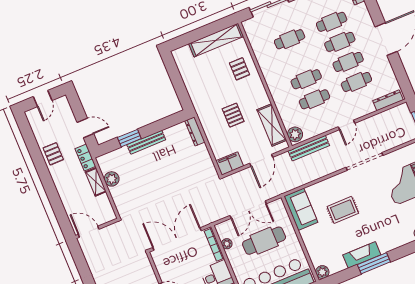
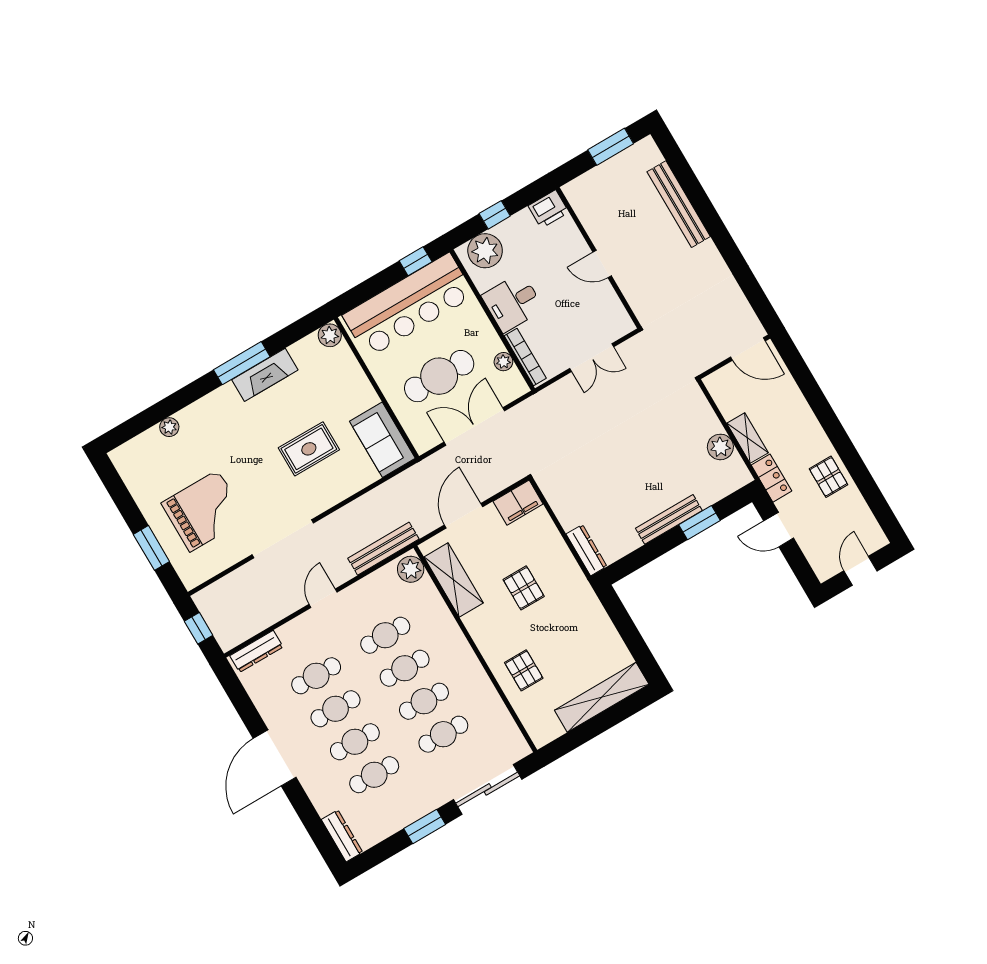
shelving: (216, 40) -> (602, 697), moved
cafe table: (298, 59) -> (424, 701), added
double door: (177, 239) -> (592, 358), width x0.54

